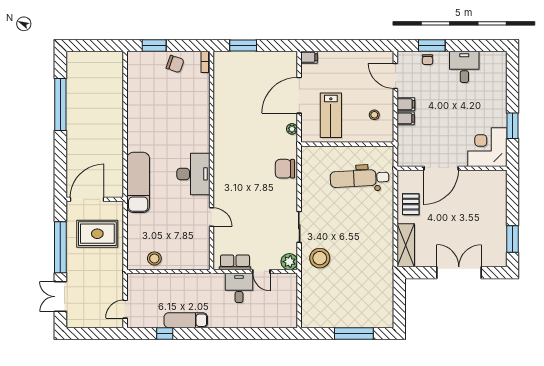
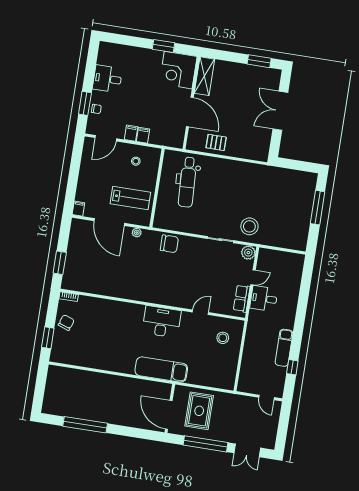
chair: (285, 169) -> (169, 244), turned -90
shelving: (406, 245) -> (204, 76), moved, turned 90
stool: (154, 258) -> (223, 338), moved

